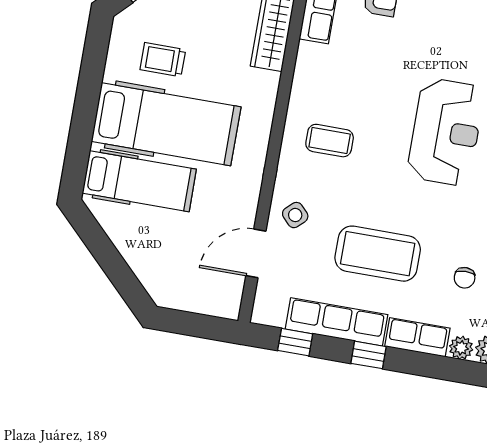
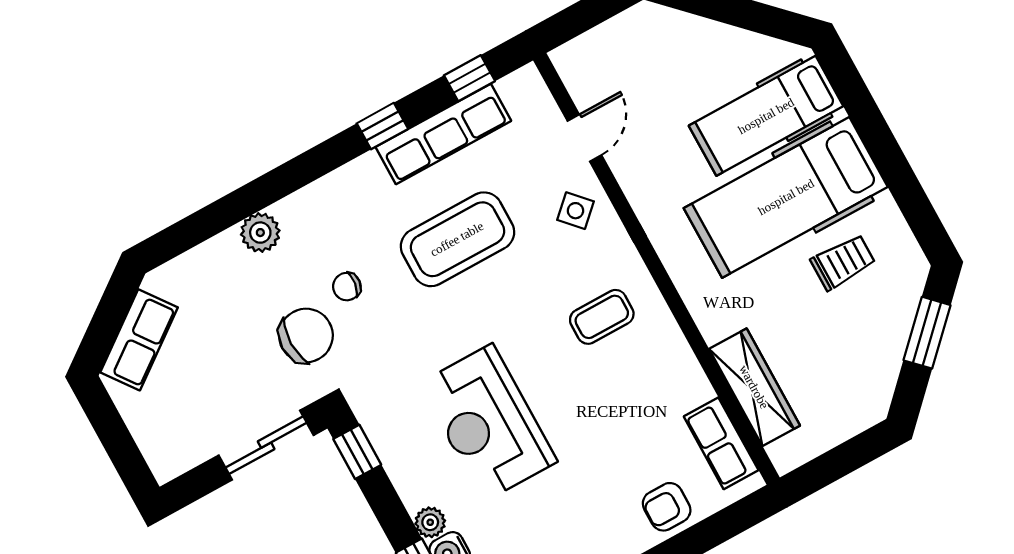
door: (256, 253) -> (584, 138), width x0.73
chair: (465, 278) -> (347, 287), turned -82
row of seats: (417, 337) -> (346, 185), removed
plant: (461, 348) -> (292, 211), removed

